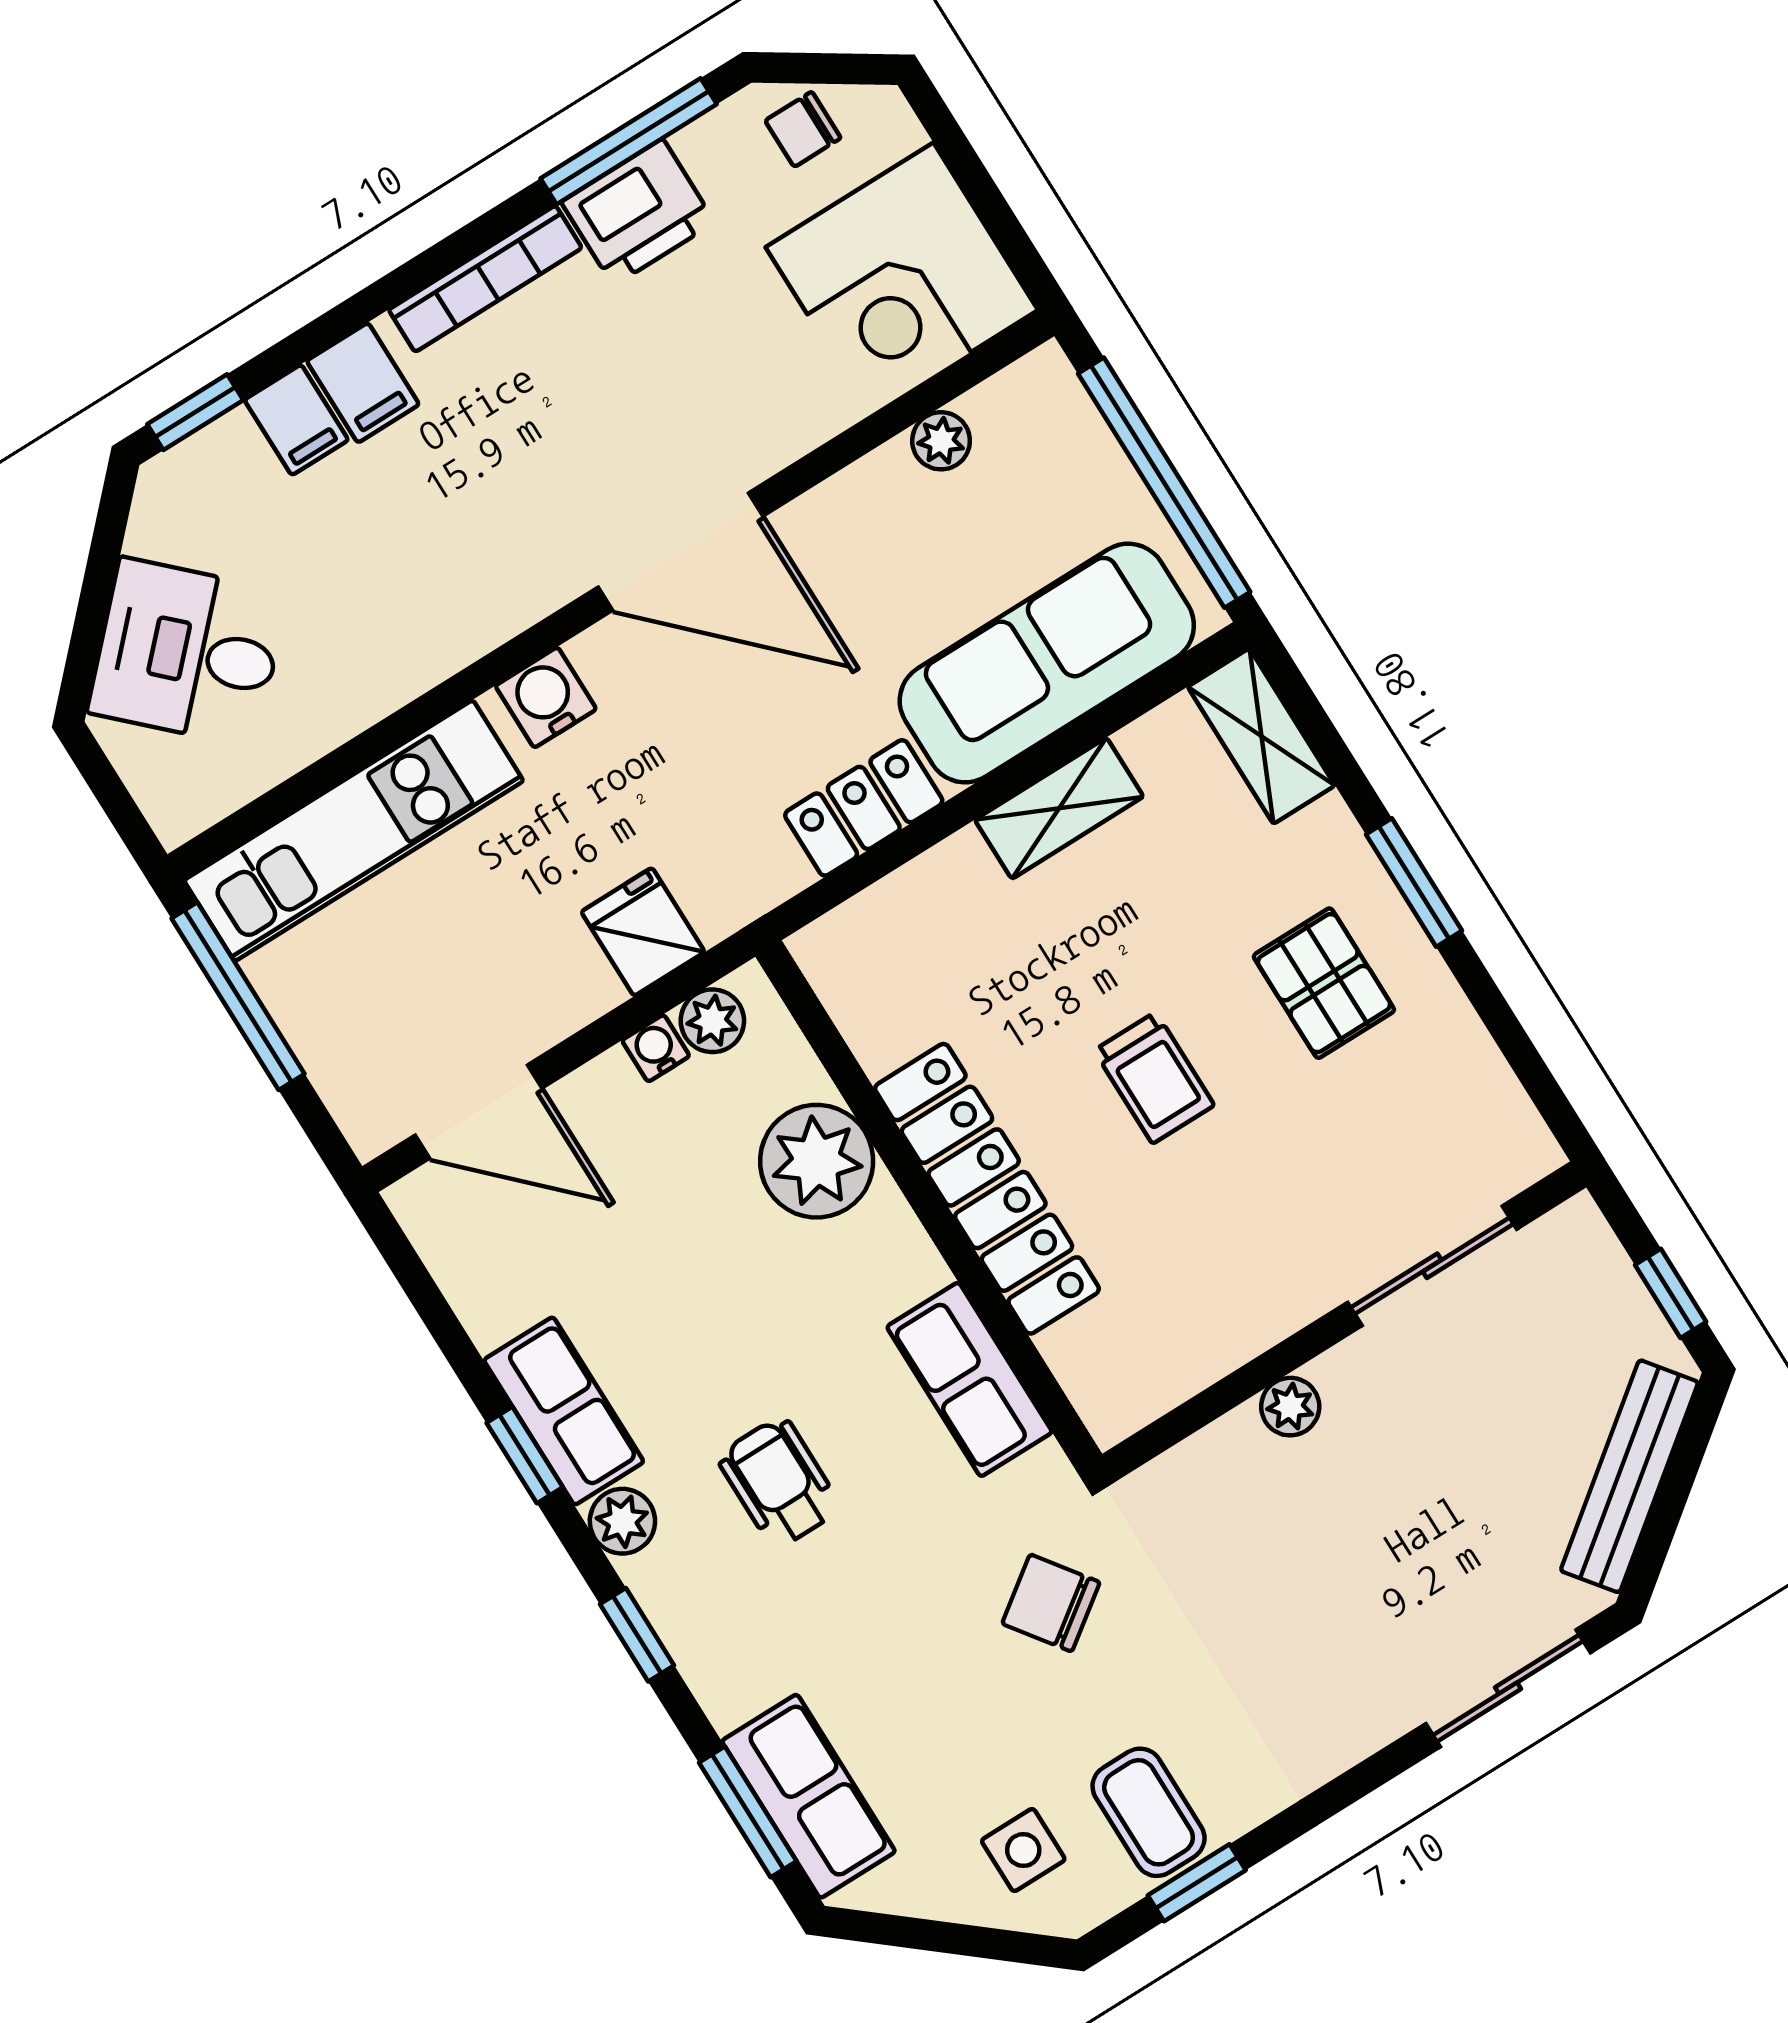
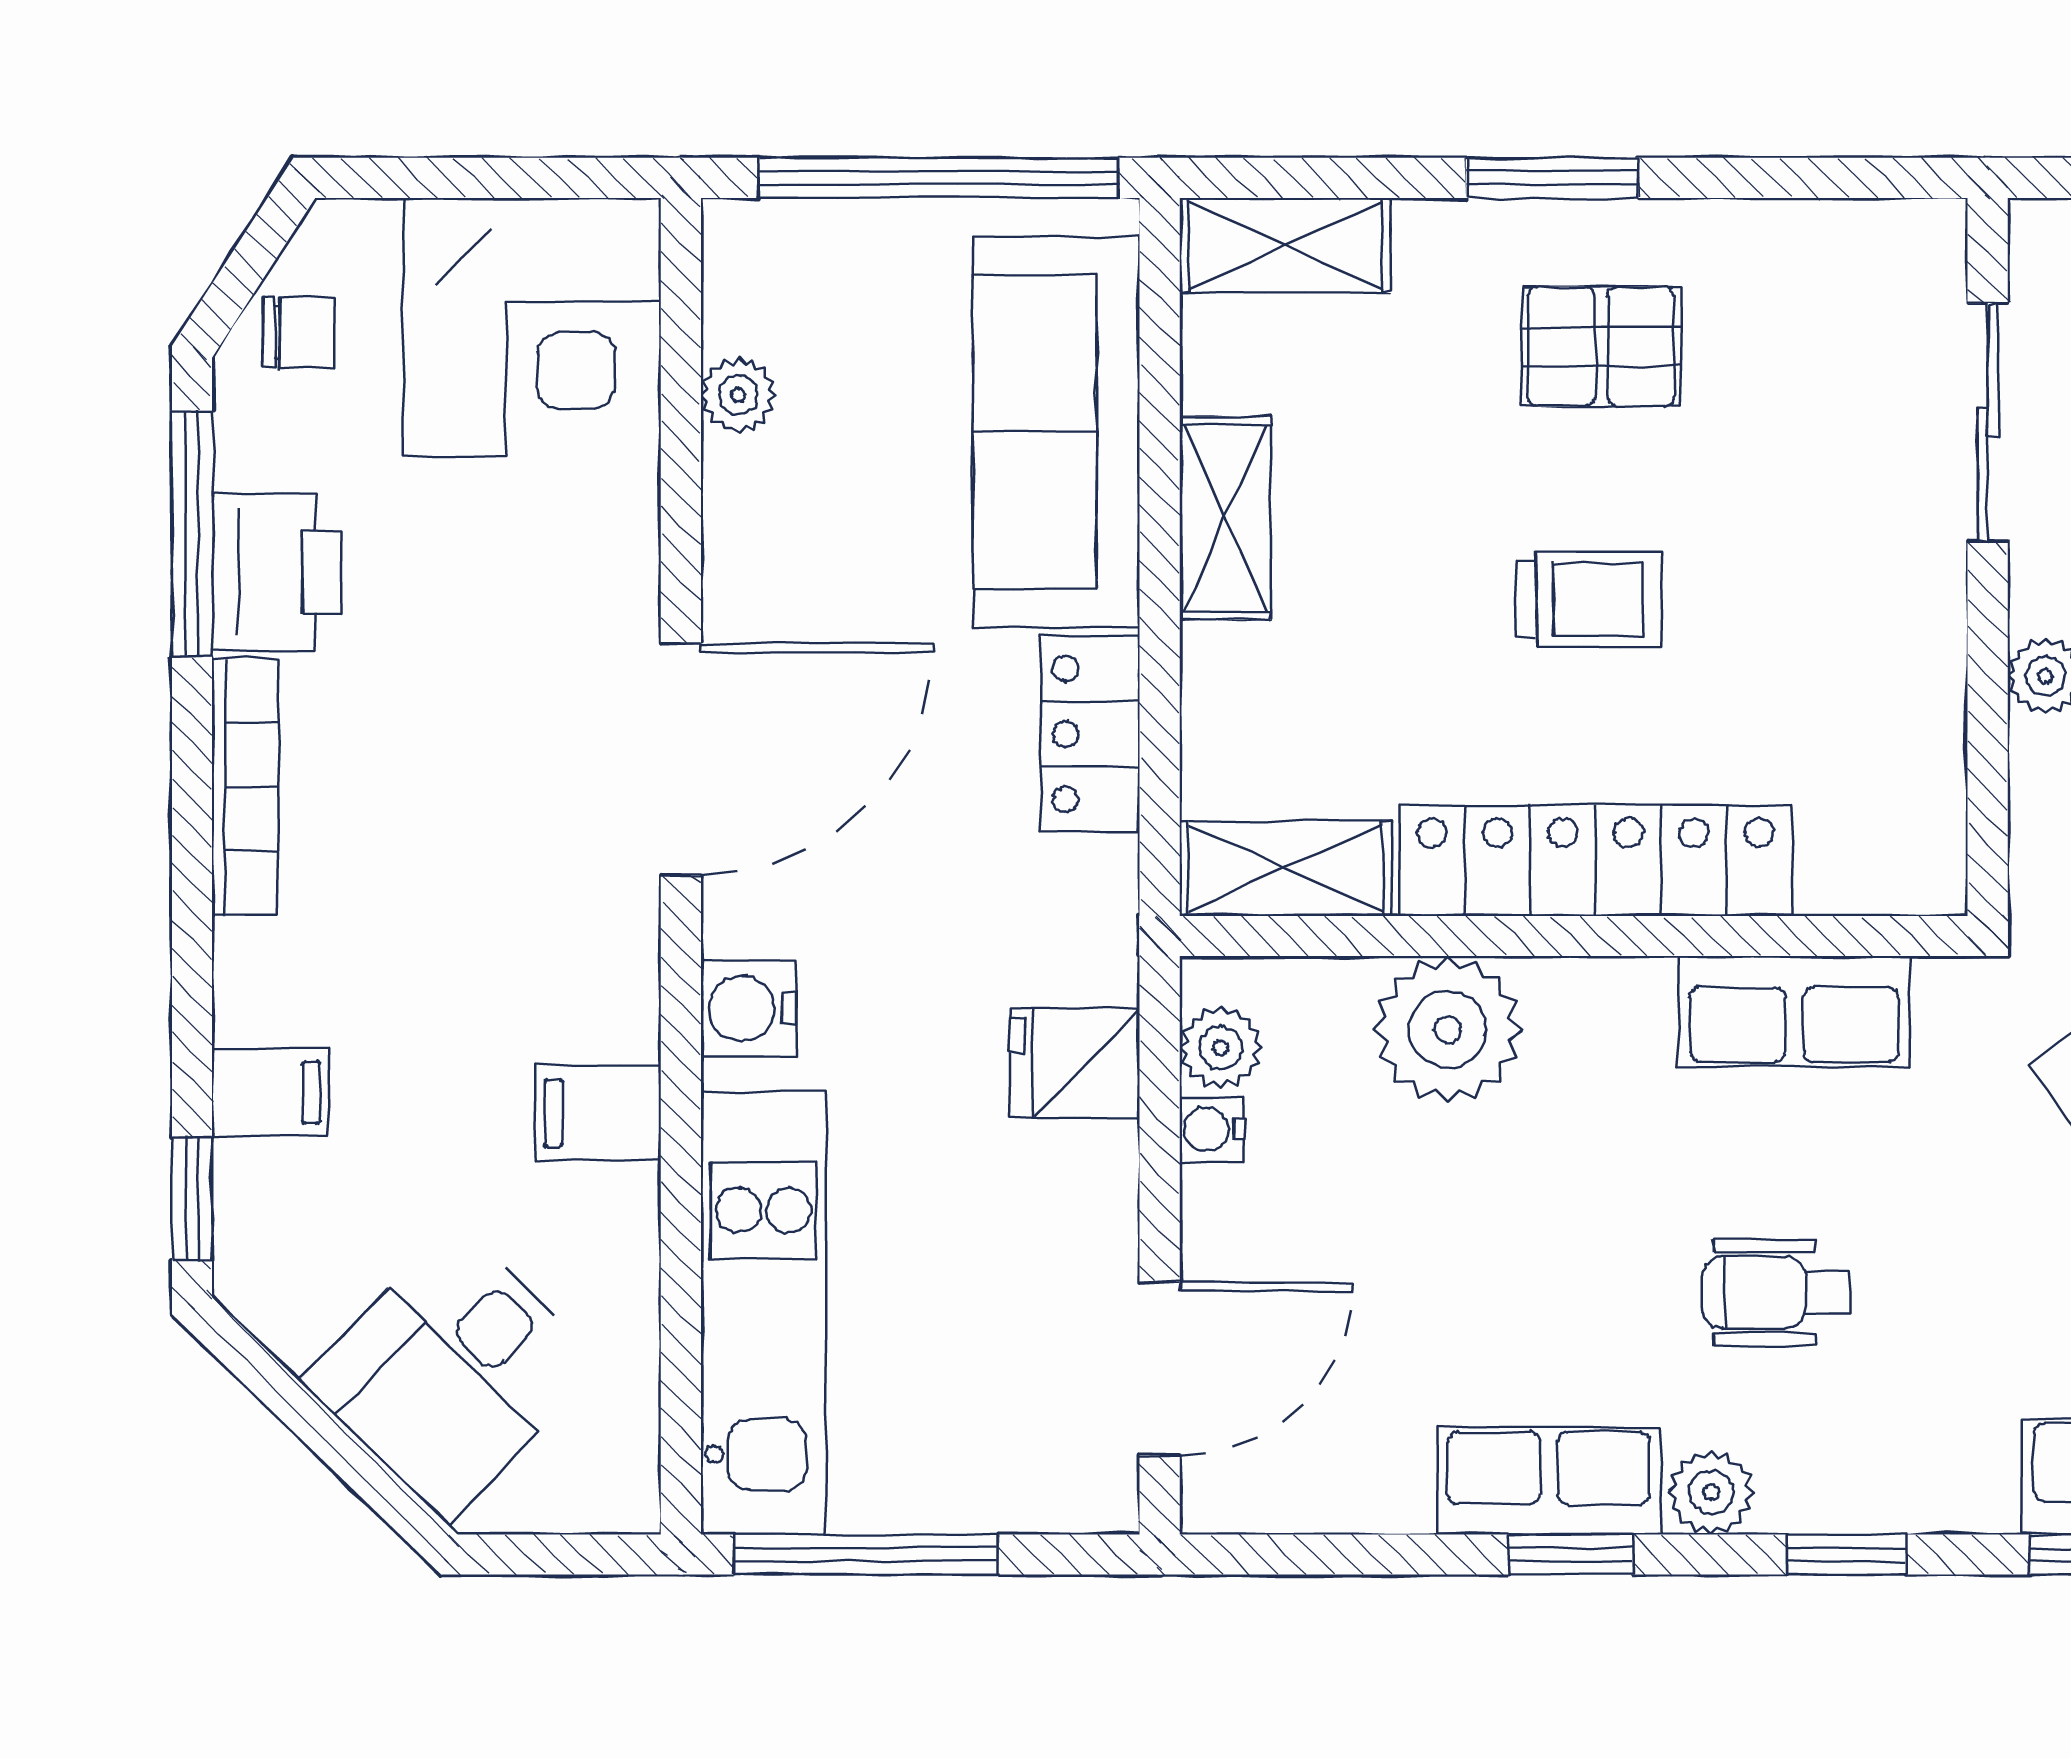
chair: (803, 129) -> (299, 333), turned -90
filing cabinet: (363, 383) -> (598, 1113), moved, turned 180
shelving: (855, 990) -> (1285, 868), added

